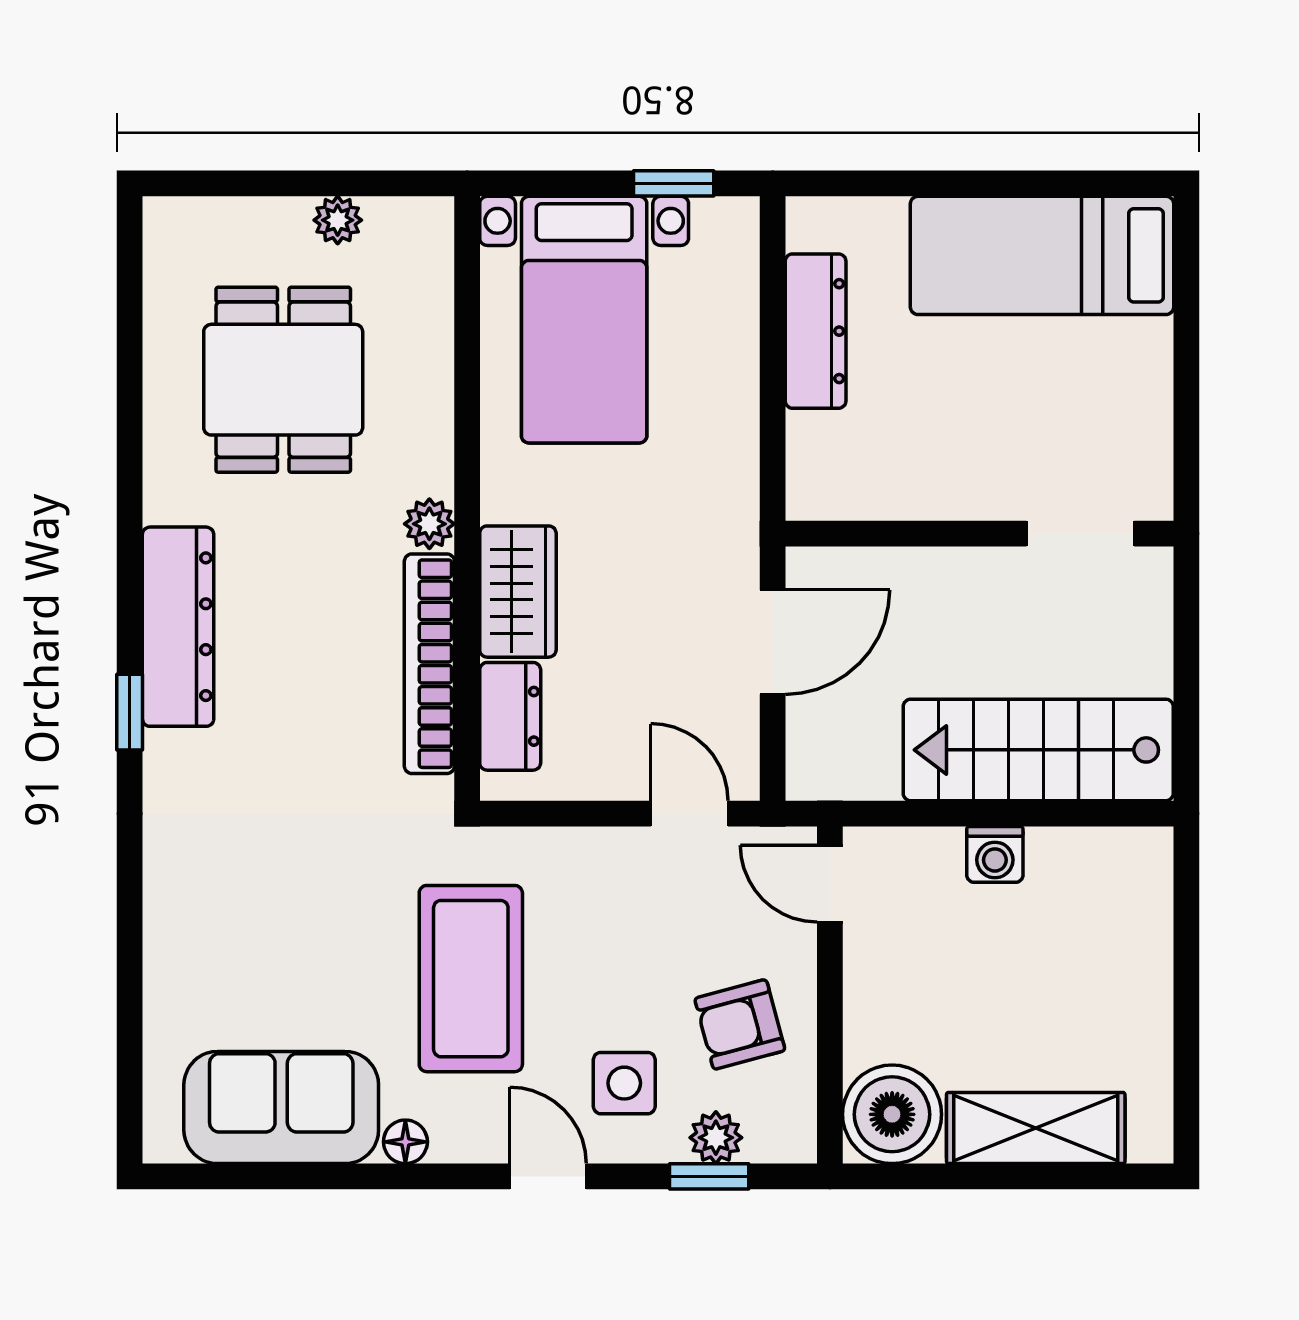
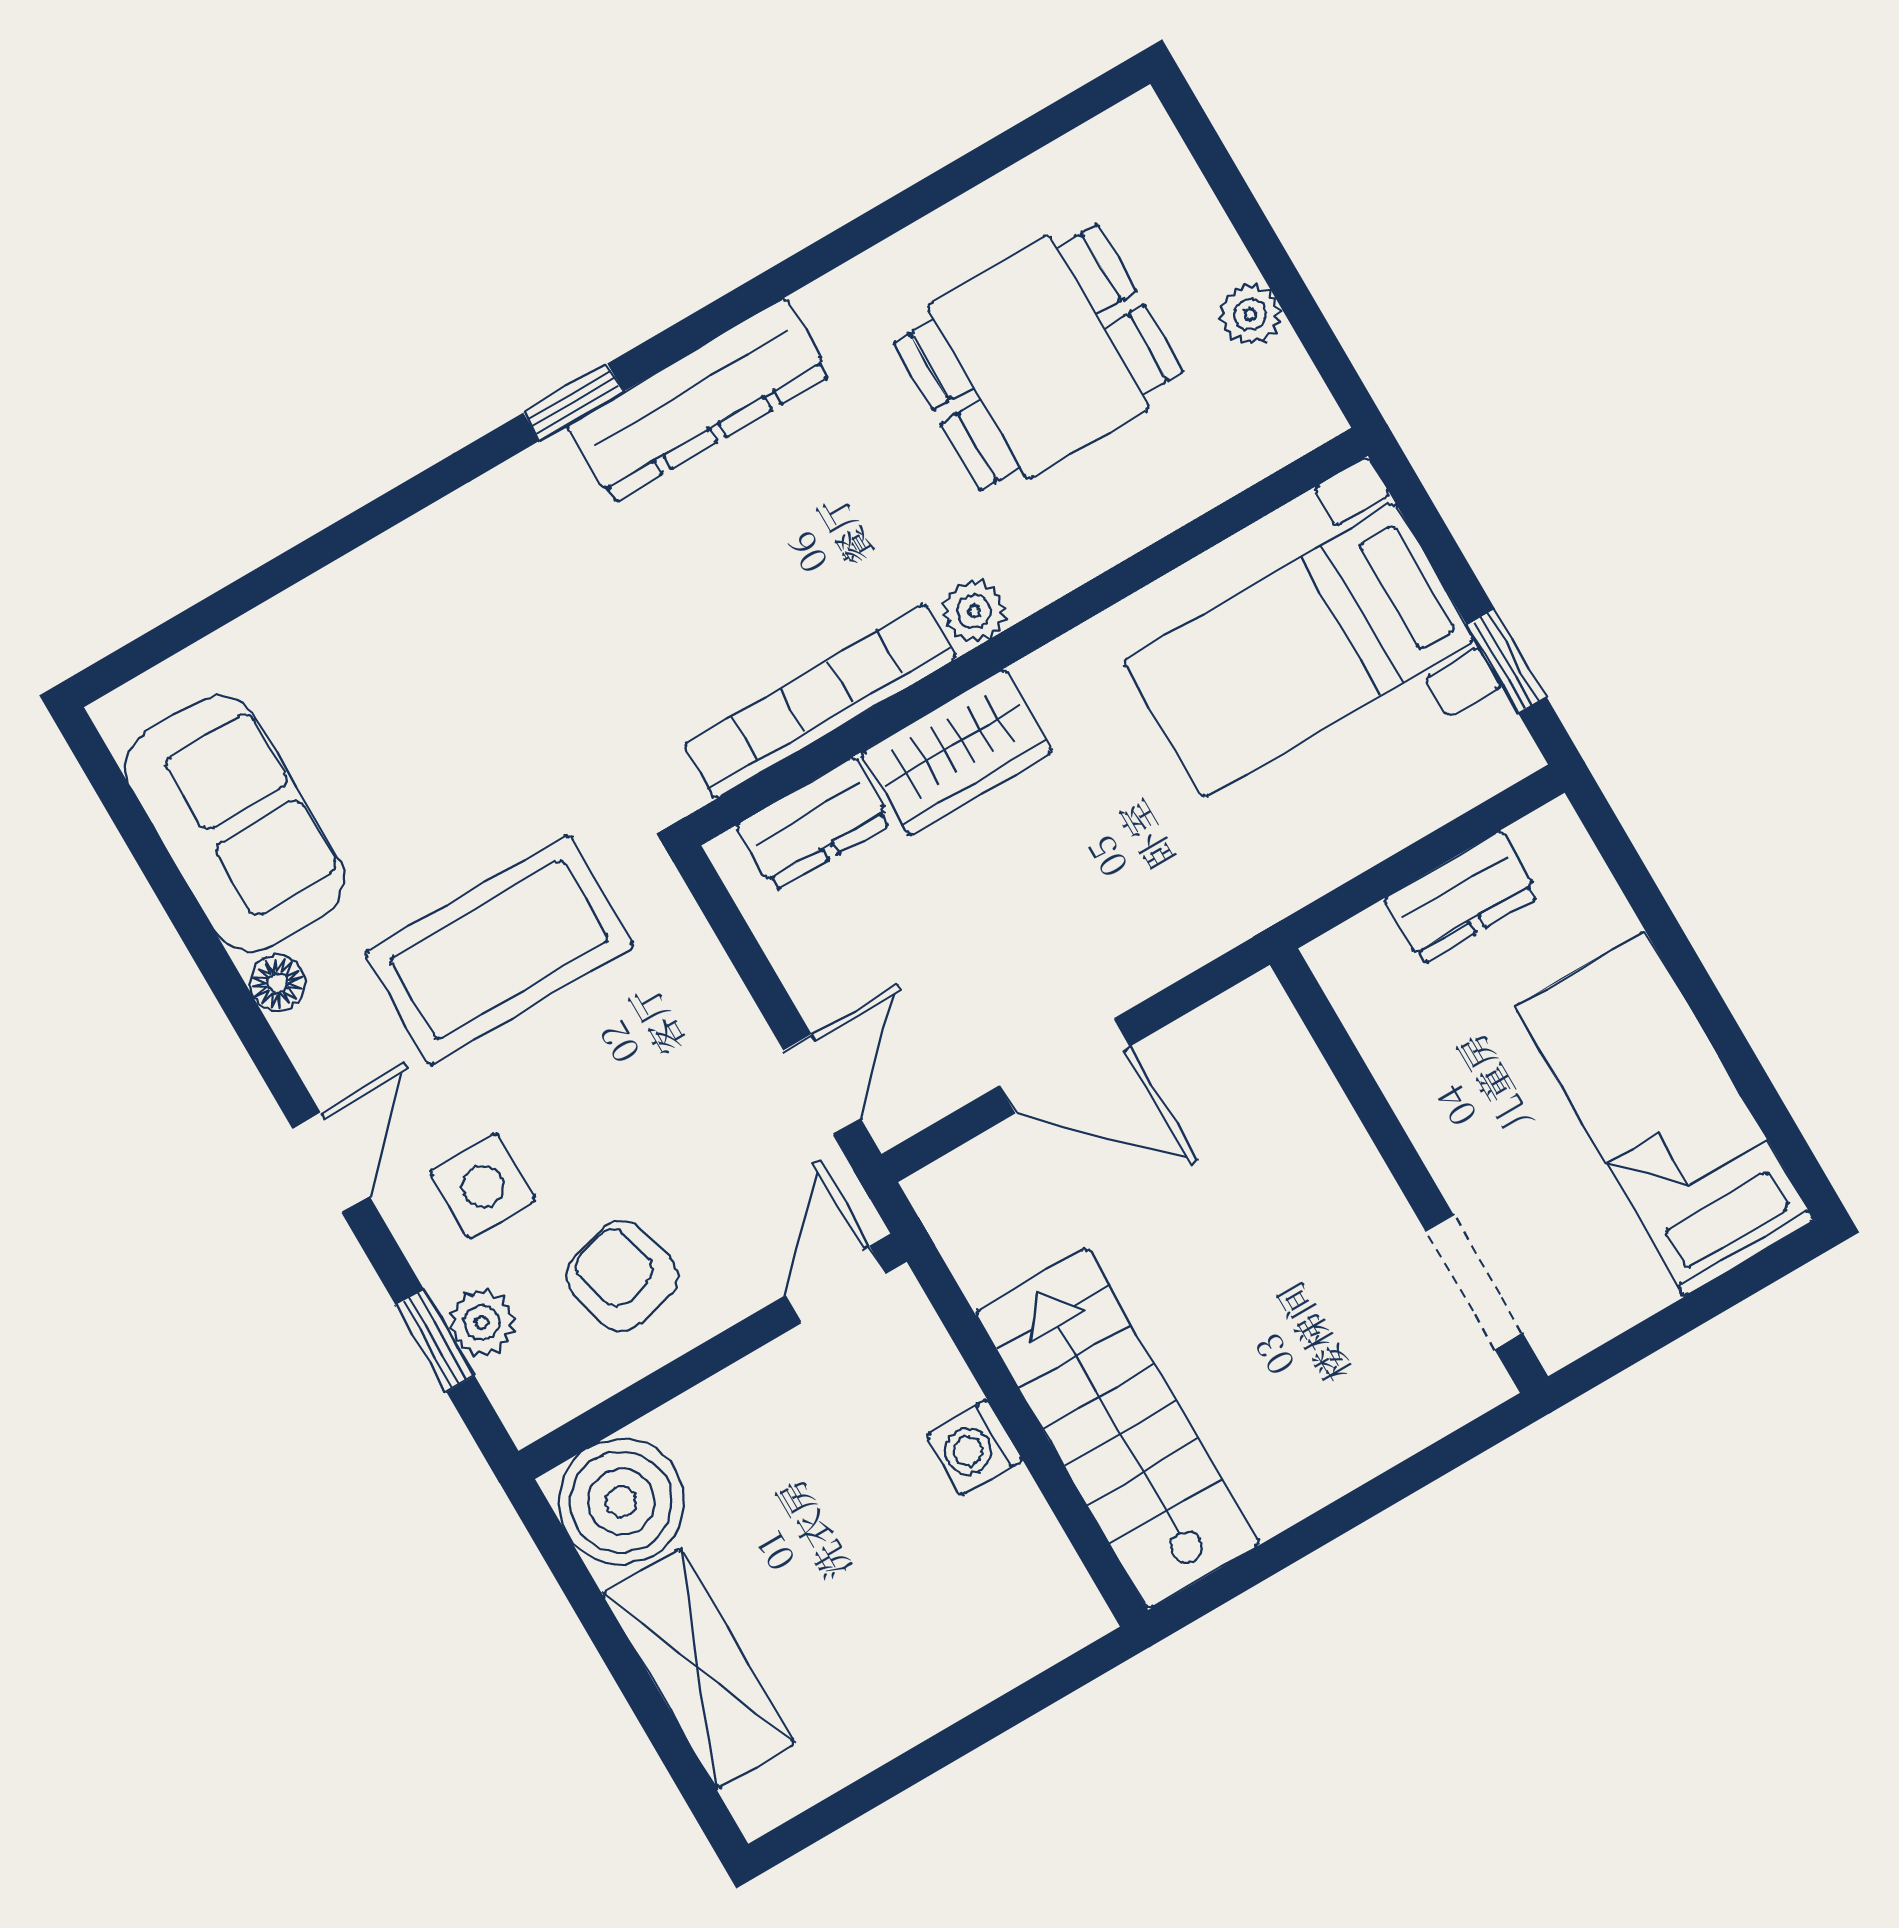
dresser: (816, 331) -> (1461, 898), width x0.70
wall: (979, 534) -> (1409, 1171), moved
doorway: (1080, 534) -> (1474, 1282), moved

